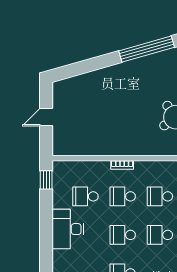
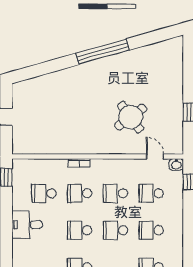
desk: (68, 229) -> (27, 225), width x0.73

